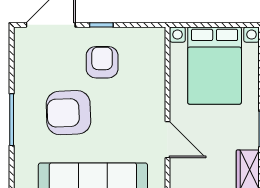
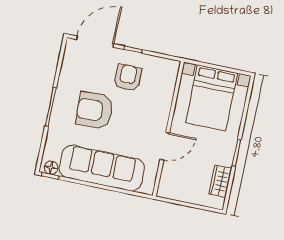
door: (168, 140) -> (165, 146), hinge flipped

